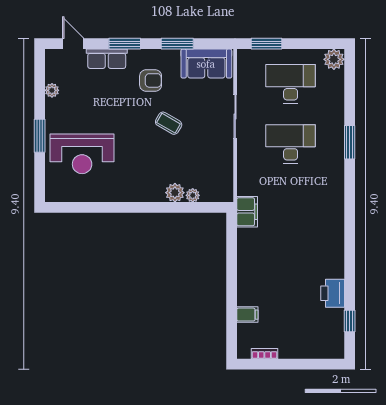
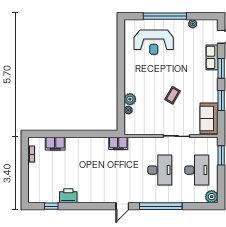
armchair: (151, 80) -> (199, 84), removed
window: (40, 136) -> (165, 16), width x2.11
window: (350, 142) -> (161, 206), width x2.11
reception desk: (82, 154) -> (154, 42), turned -90
door: (350, 205) -> (122, 206), added
filing cabinet: (247, 315) -> (55, 144), width x2.00

